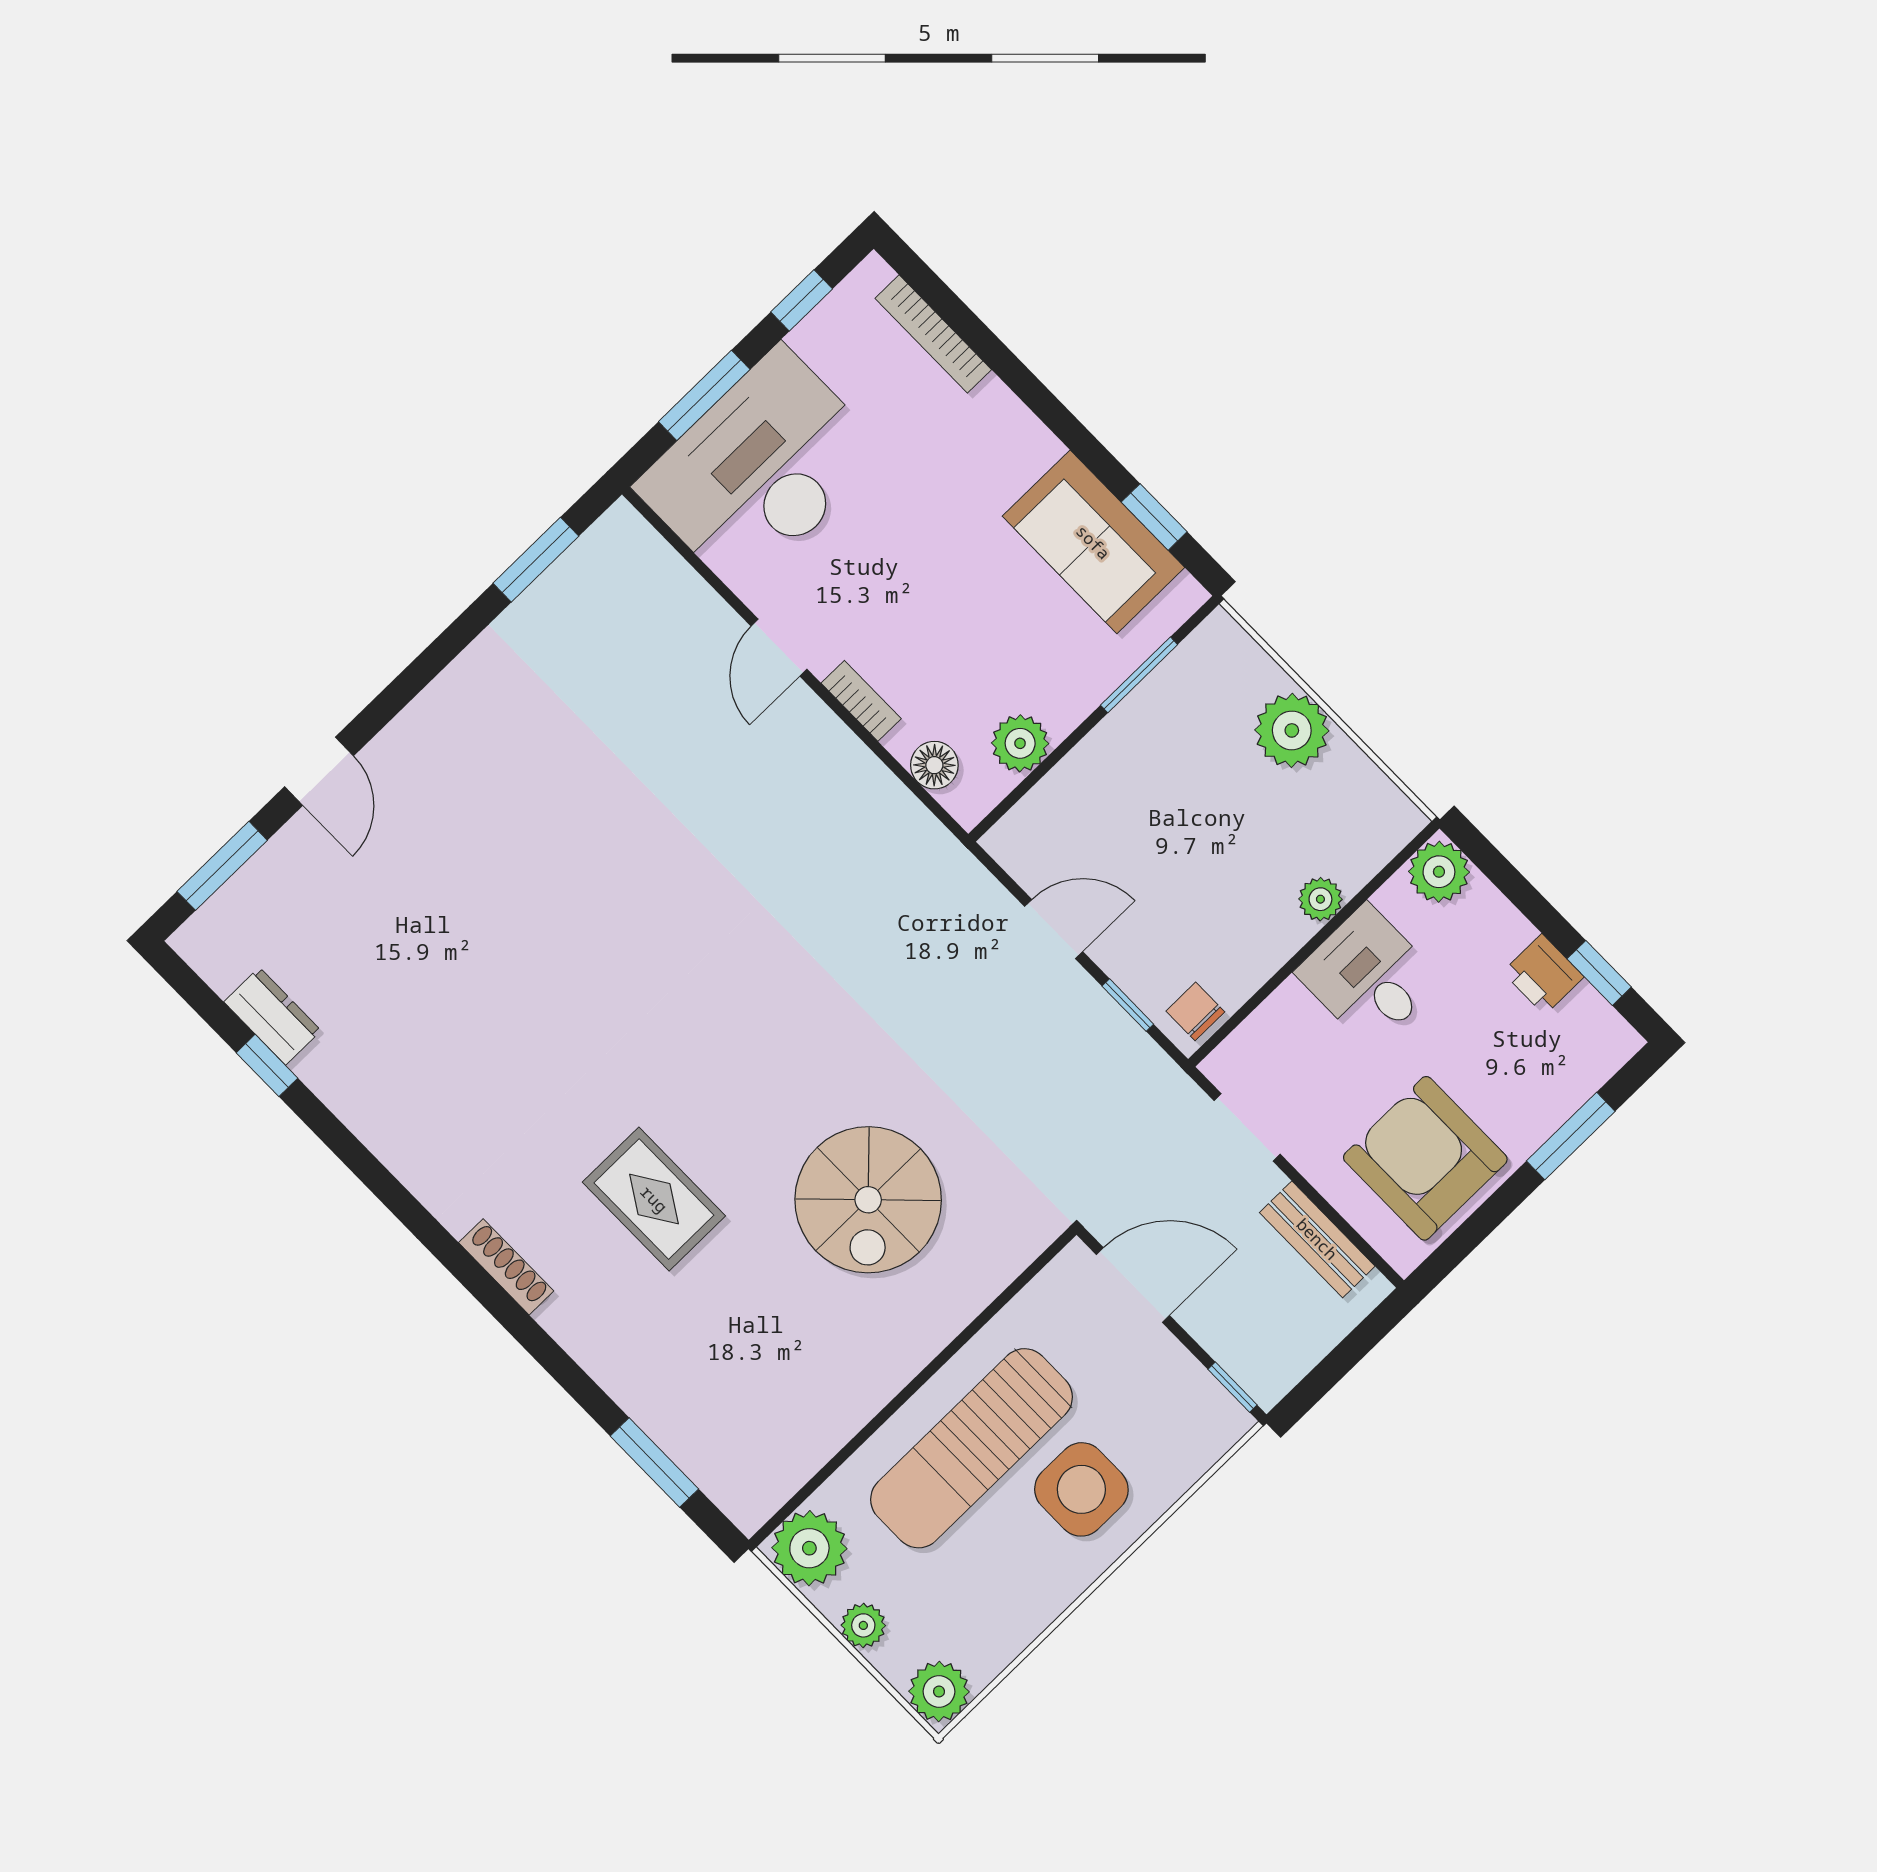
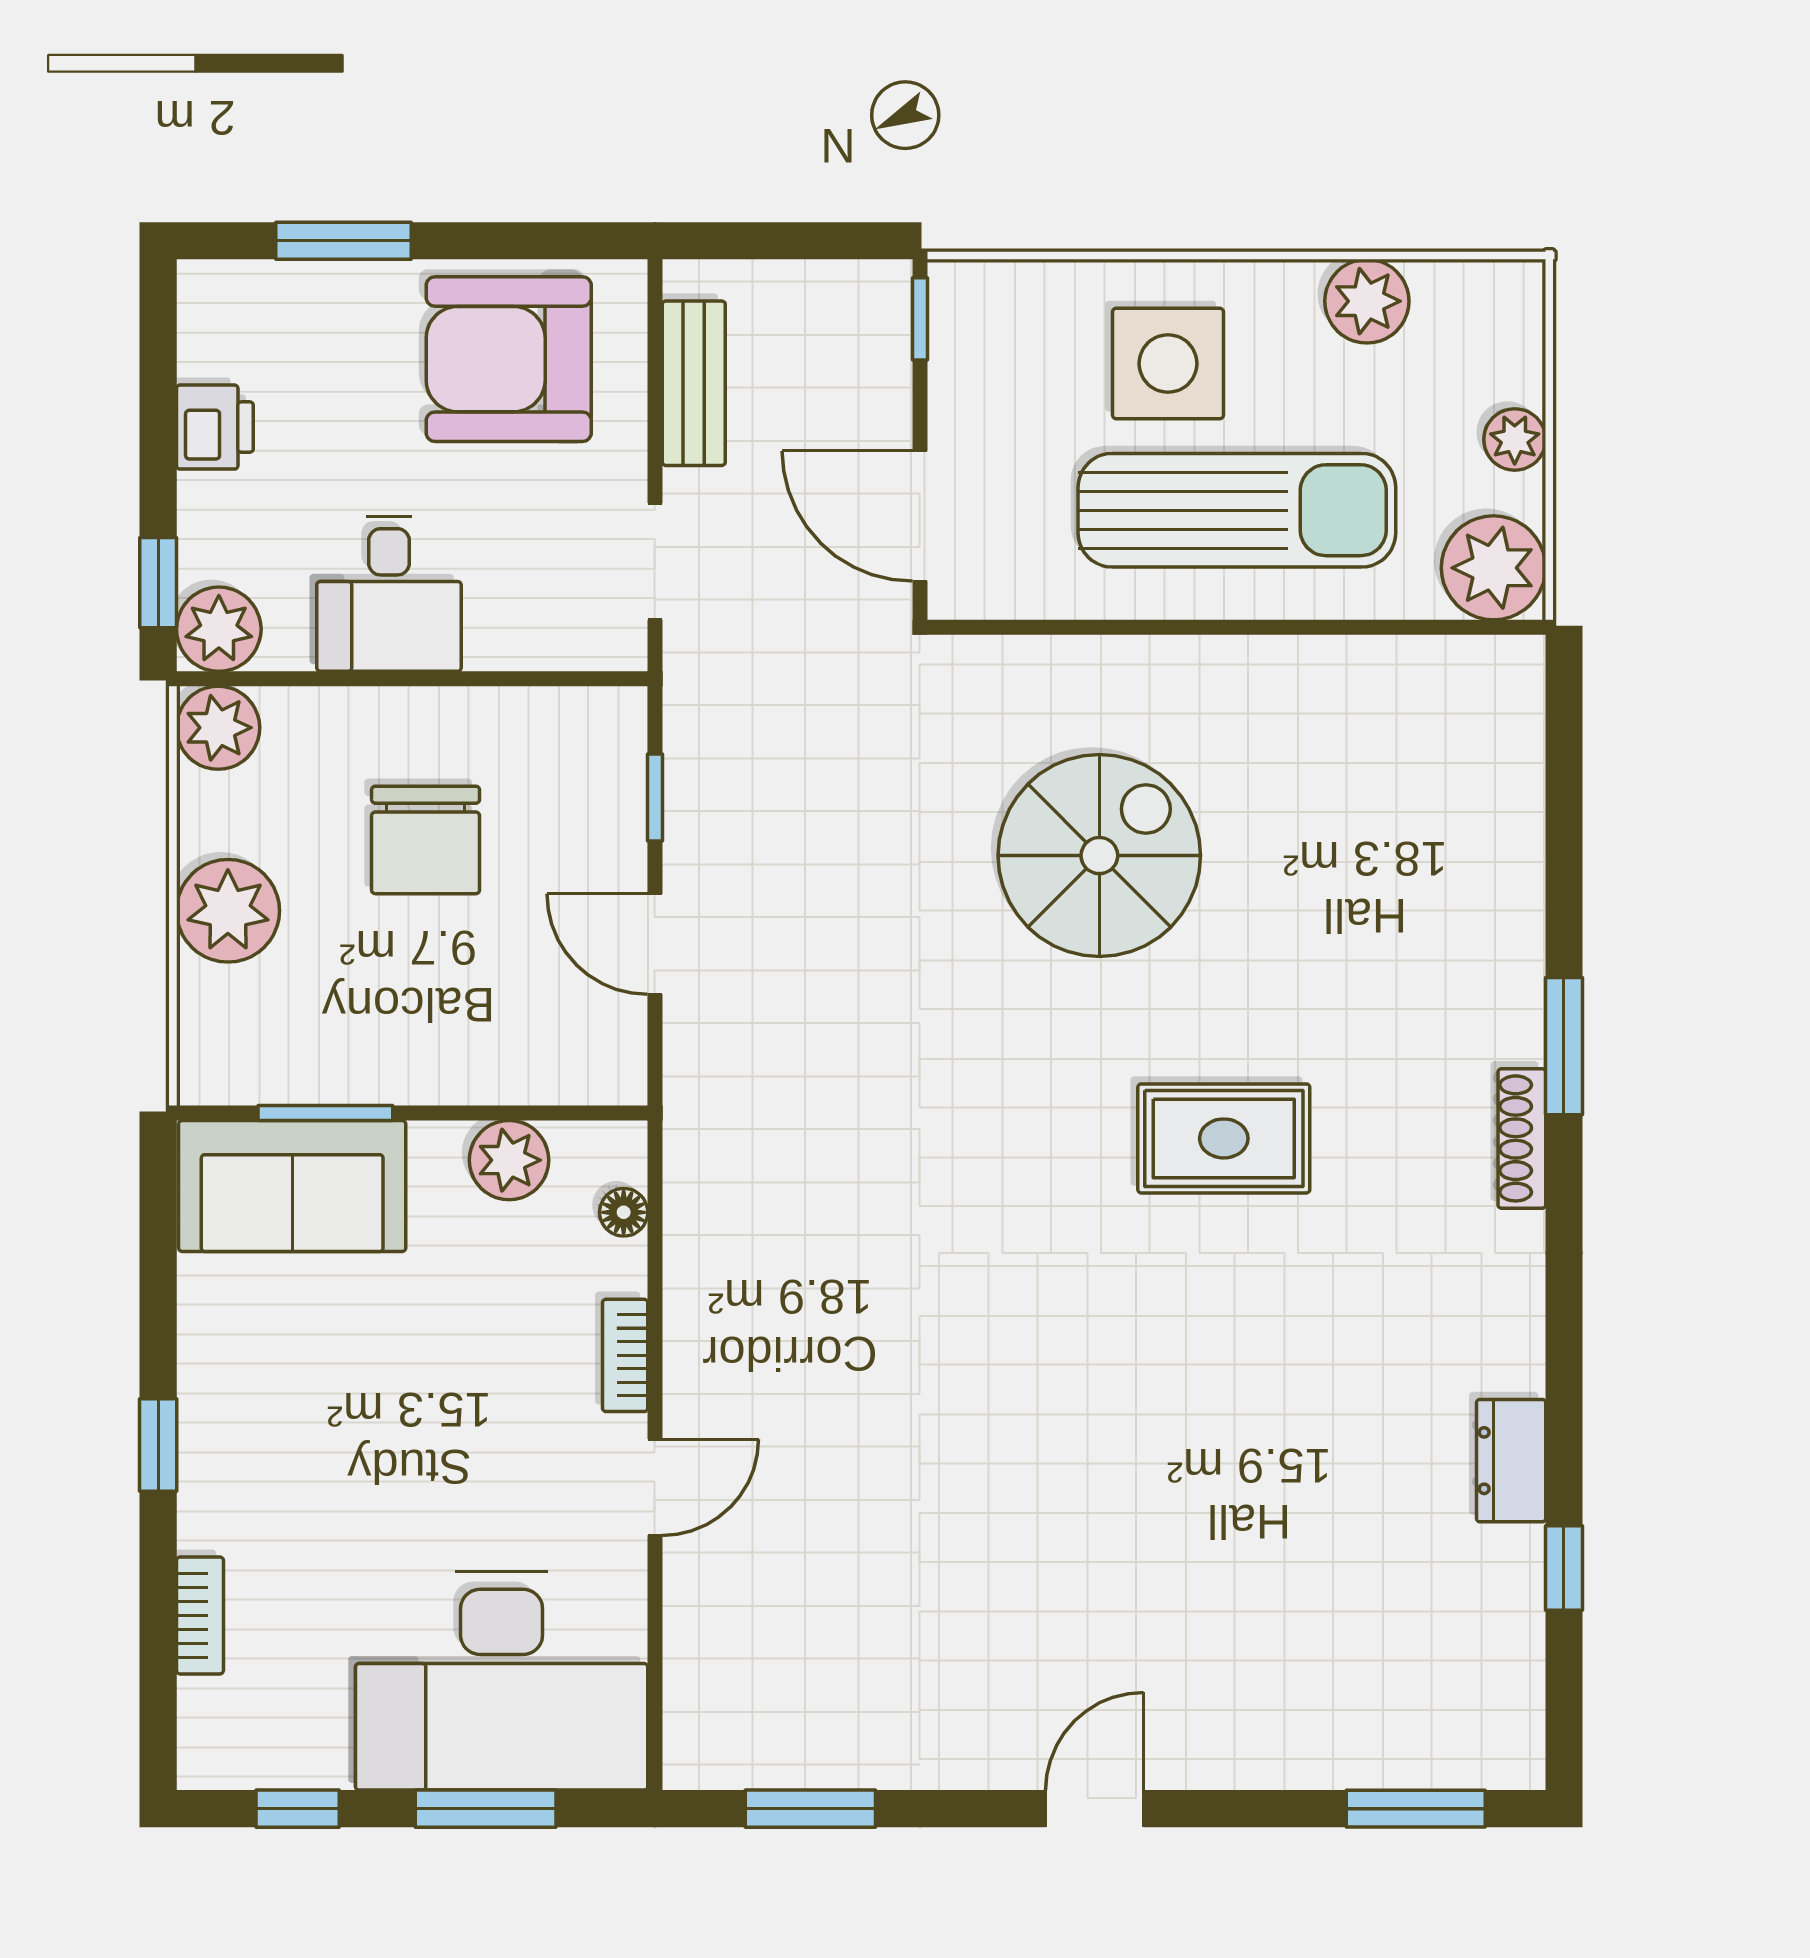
bookcase: (933, 334) -> (200, 1615), width x0.64
window: (1154, 517) -> (158, 1445), moved
sofa: (1093, 542) -> (292, 1186), moved, turned 90
floor lamp: (934, 765) -> (624, 1212), width x0.73, depth x0.73
door: (319, 771) -> (1095, 1809), moved
plant: (1320, 899) -> (218, 728), moved, width x1.38, depth x1.38
window: (1599, 973) -> (158, 583), moved
chair: (1195, 1011) -> (426, 840), moved, width x1.87, depth x1.87
dresser: (272, 1016) -> (1511, 1461), moved
armchair: (1425, 1158) -> (509, 359), turned 90
rug: (654, 1199) -> (1224, 1138), moved, turned 90
window: (654, 1462) -> (1564, 1046), moved
plant: (939, 1692) -> (1367, 301), moved

